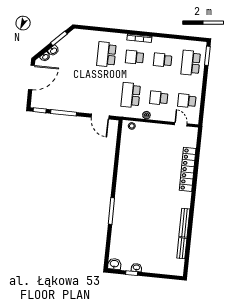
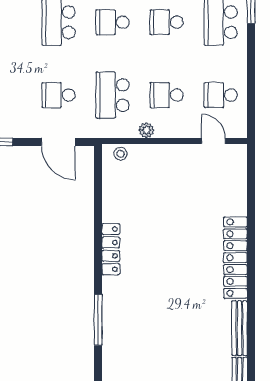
school desk: (103, 92) -> (59, 95), added
locker: (188, 169) -> (235, 258), moved
locker: (122, 175) -> (111, 249), added

